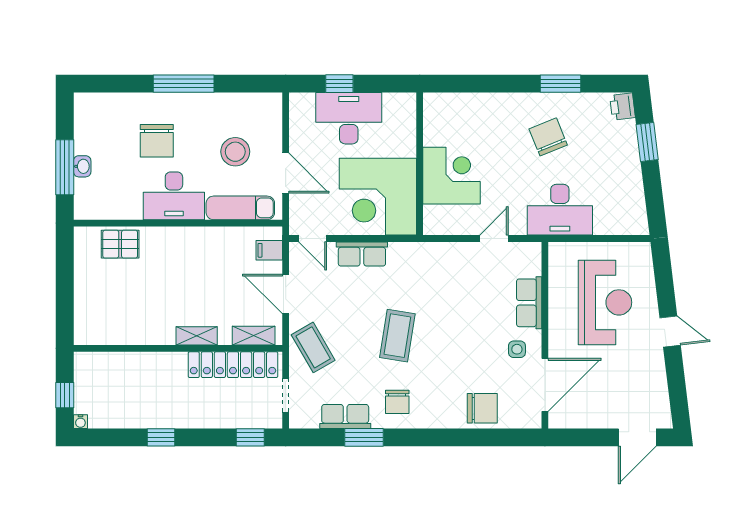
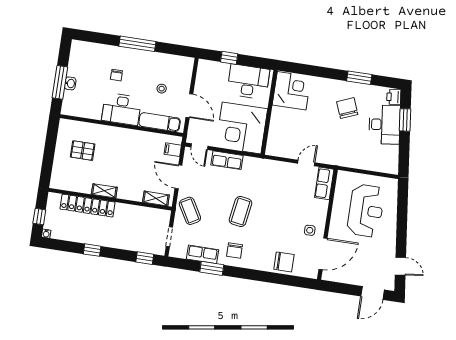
desk: (349, 118) -> (248, 82), moved
chair: (157, 141) -> (116, 75), width x0.54, depth x0.54
stool: (235, 152) -> (162, 89), width x0.53, depth x0.53
corner desk: (452, 176) -> (292, 91), moved
desk: (560, 210) -> (384, 125), moved, turned -97
pallet: (120, 244) -> (83, 151), moved
row of seats: (529, 303) -> (324, 183), moved
door: (670, 332) -> (400, 266), moved
shelving: (197, 336) -> (104, 191), moved
locker: (233, 365) -> (88, 206), moved

